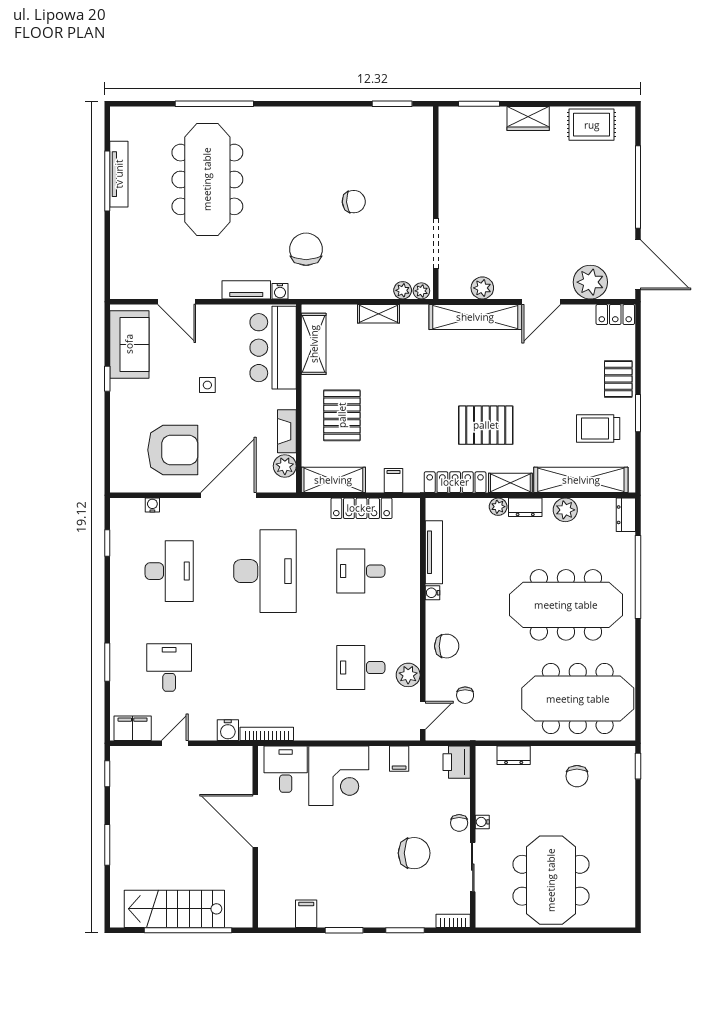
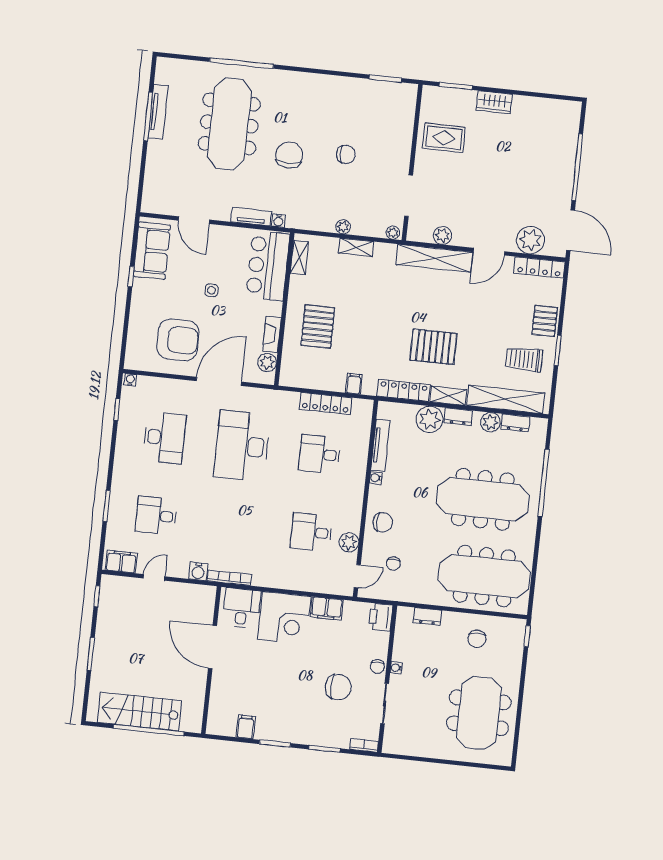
rug: (592, 125) -> (444, 138), moved
chair: (306, 249) -> (289, 155), moved
plant: (403, 290) -> (343, 227), moved
locker: (615, 315) -> (539, 268), width x1.53
shelving: (314, 344) -> (299, 258), width x0.67, depth x0.75
shelving: (333, 480) -> (305, 378), removed
water cooler: (152, 505) -> (130, 380), moved
plant: (498, 507) -> (429, 419), width x1.87, depth x1.87
dresser: (626, 515) -> (515, 423), moved, turned -90
desk: (265, 571) -> (242, 446), turned 180
desk: (169, 668) -> (156, 516), turned -90
filing cabinet: (399, 759) -> (327, 608), width x2.00
meeting table: (551, 880) -> (479, 713), moved

